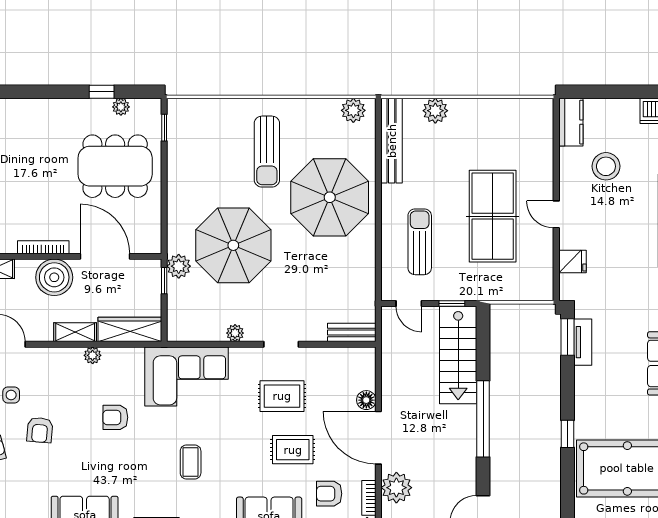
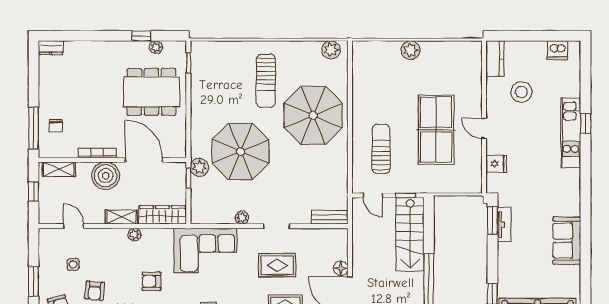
plant: (435, 111) -> (410, 50), moved
bench: (392, 141) -> (360, 73), removed

